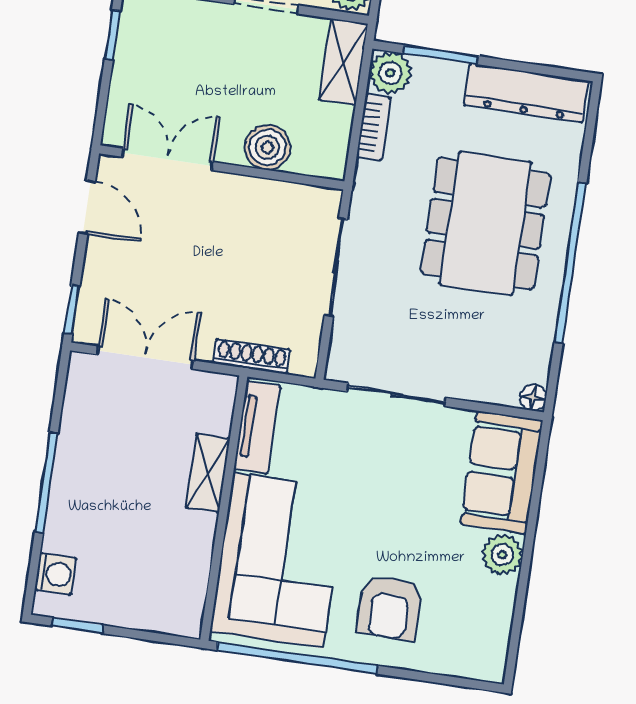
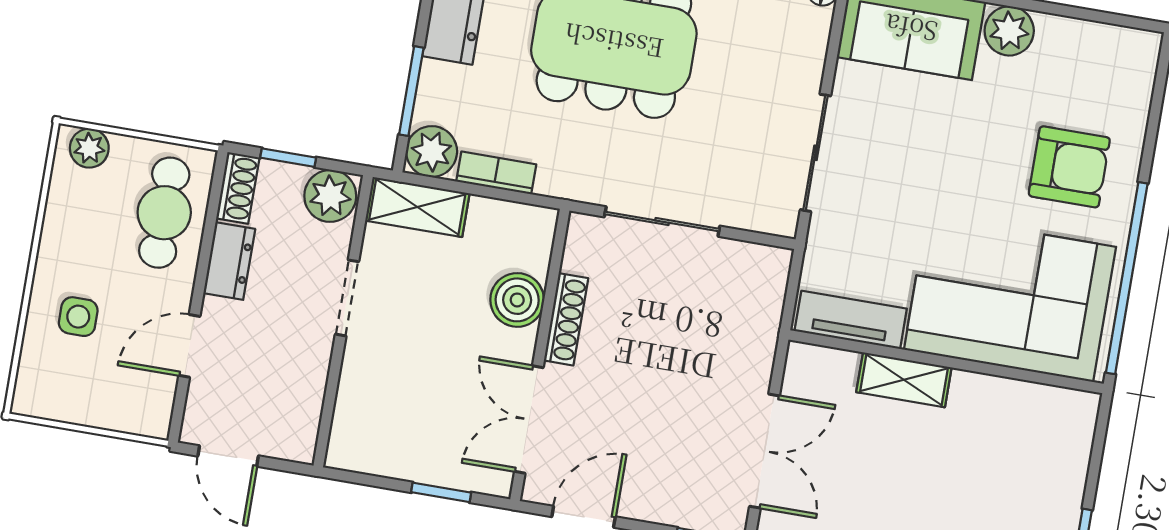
window: (112, 35) -> (441, 492), moved
shoe rack: (252, 356) -> (566, 319), moved, turned 180
double door: (145, 358) -> (765, 451), swing flipped

